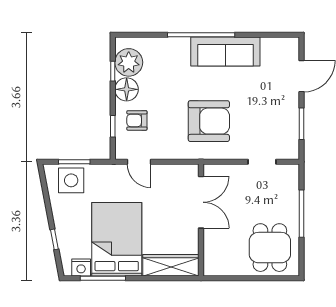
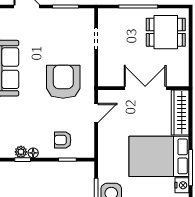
plant: (129, 62) -> (21, 152), width x0.53, depth x0.53
floor lamp: (127, 89) -> (33, 153), width x0.53, depth x0.53
armchair: (137, 120) -> (63, 140), turned 90
door: (139, 162) -> (96, 113), moved
double door: (201, 202) -> (145, 88), moved

